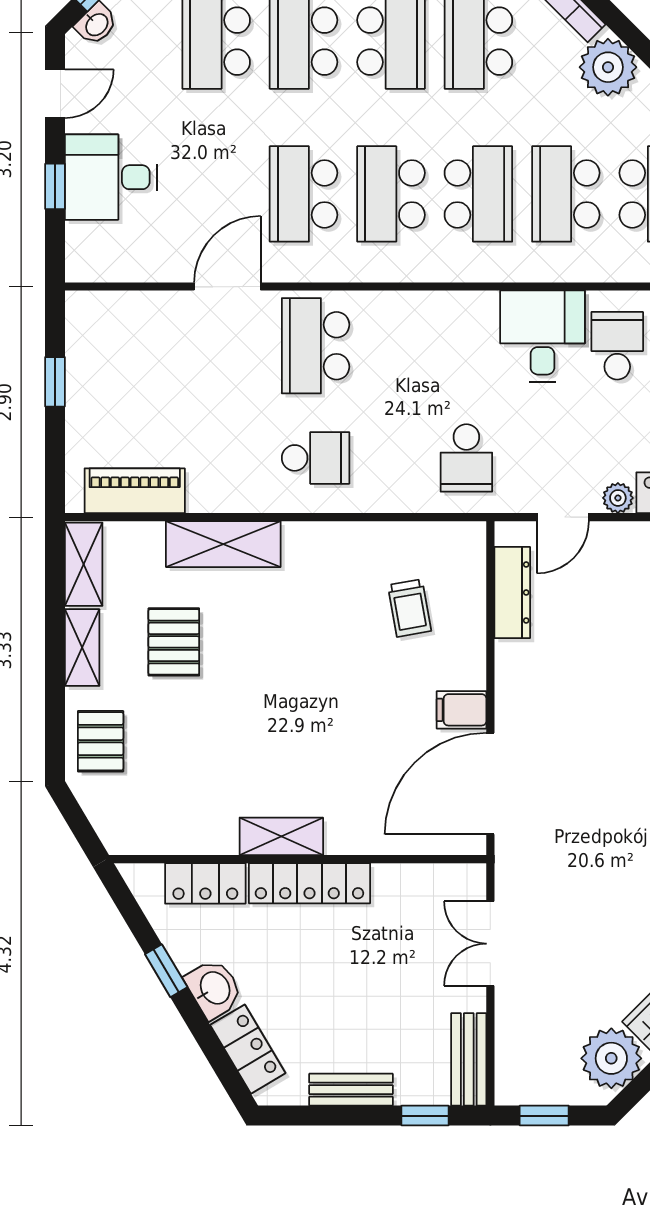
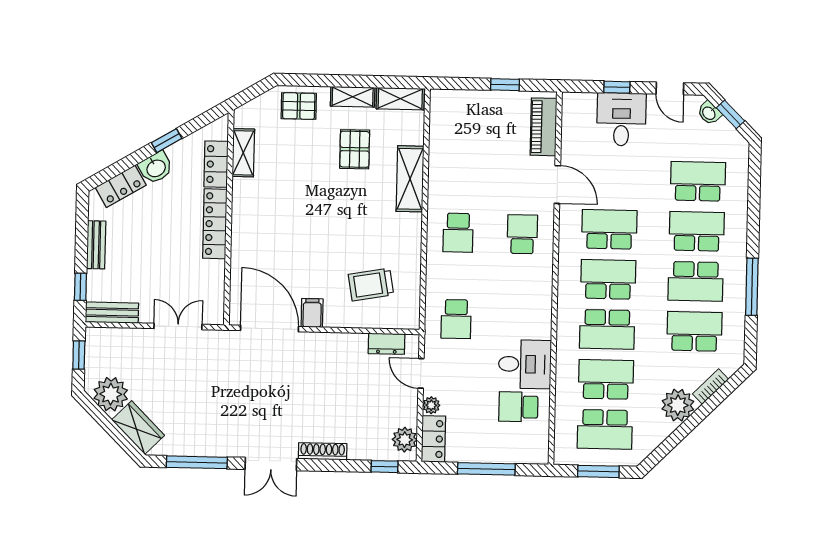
school desk: (316, 346) -> (522, 234), width x0.54
school desk: (617, 346) -> (518, 407), turned 180
school desk: (466, 458) -> (456, 319), turned -90
piano: (135, 491) -> (544, 127), moved, turned 180
dresser: (512, 592) -> (386, 344), width x0.70
trolley: (409, 608) -> (371, 285), width x1.36, depth x1.39
pallet: (174, 642) -> (355, 149), turned 90
shelving: (281, 836) -> (243, 153), moved

